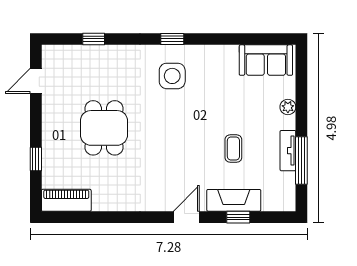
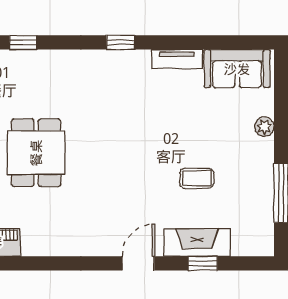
side table: (172, 76) -> (121, 88), removed
coffee table: (233, 149) -> (197, 178), turned 90
tv unit: (288, 151) -> (177, 59), moved, turned -90

